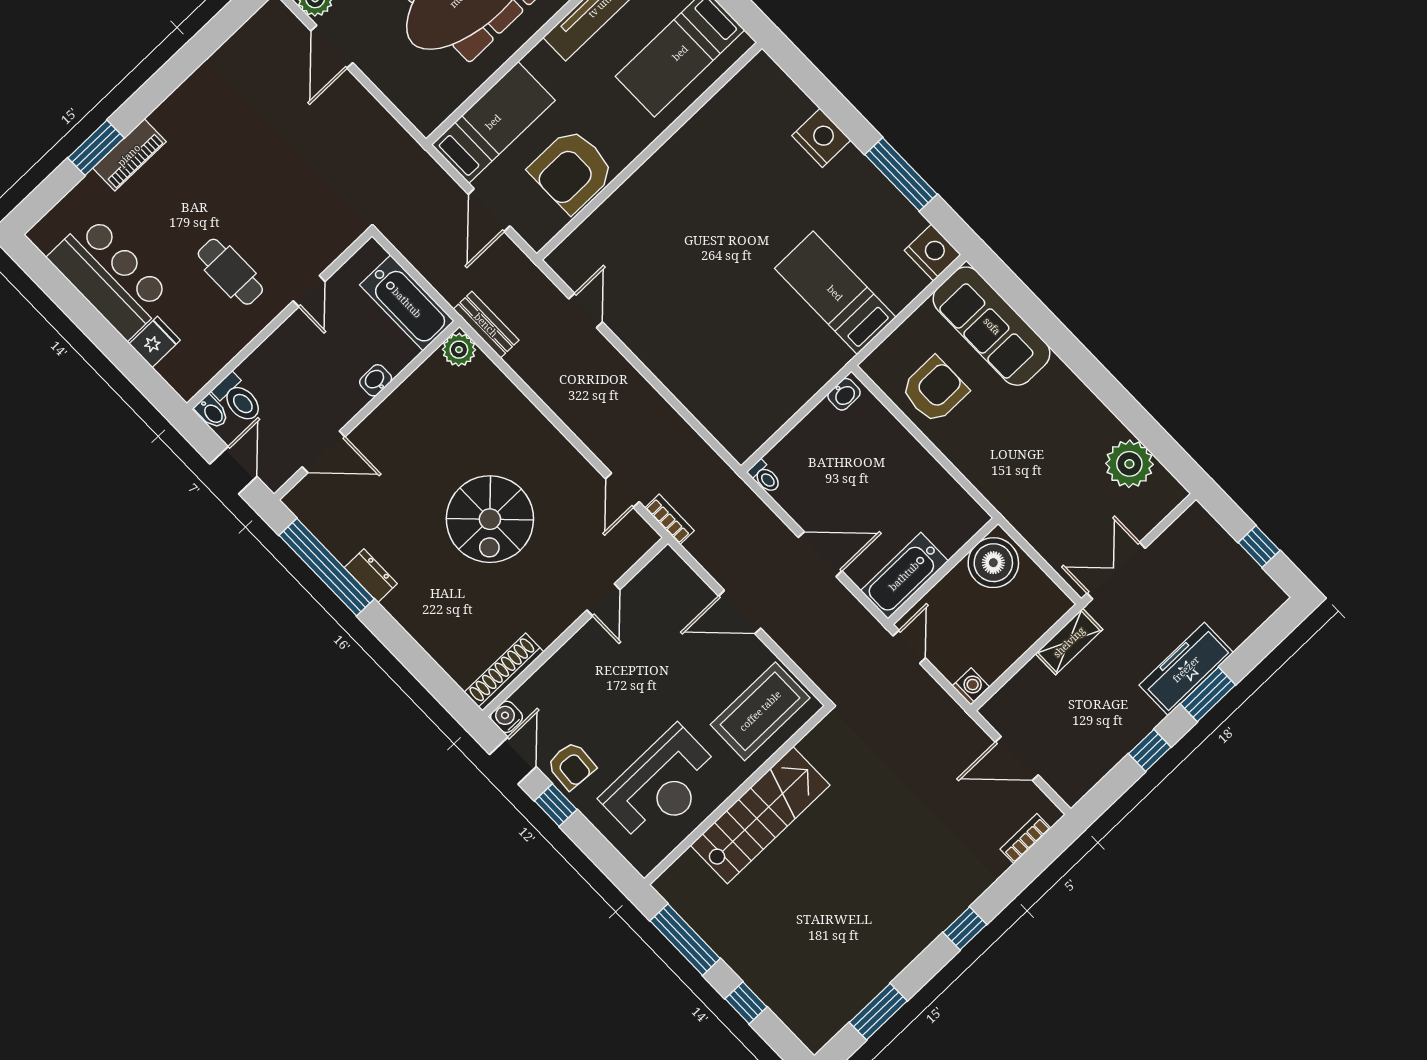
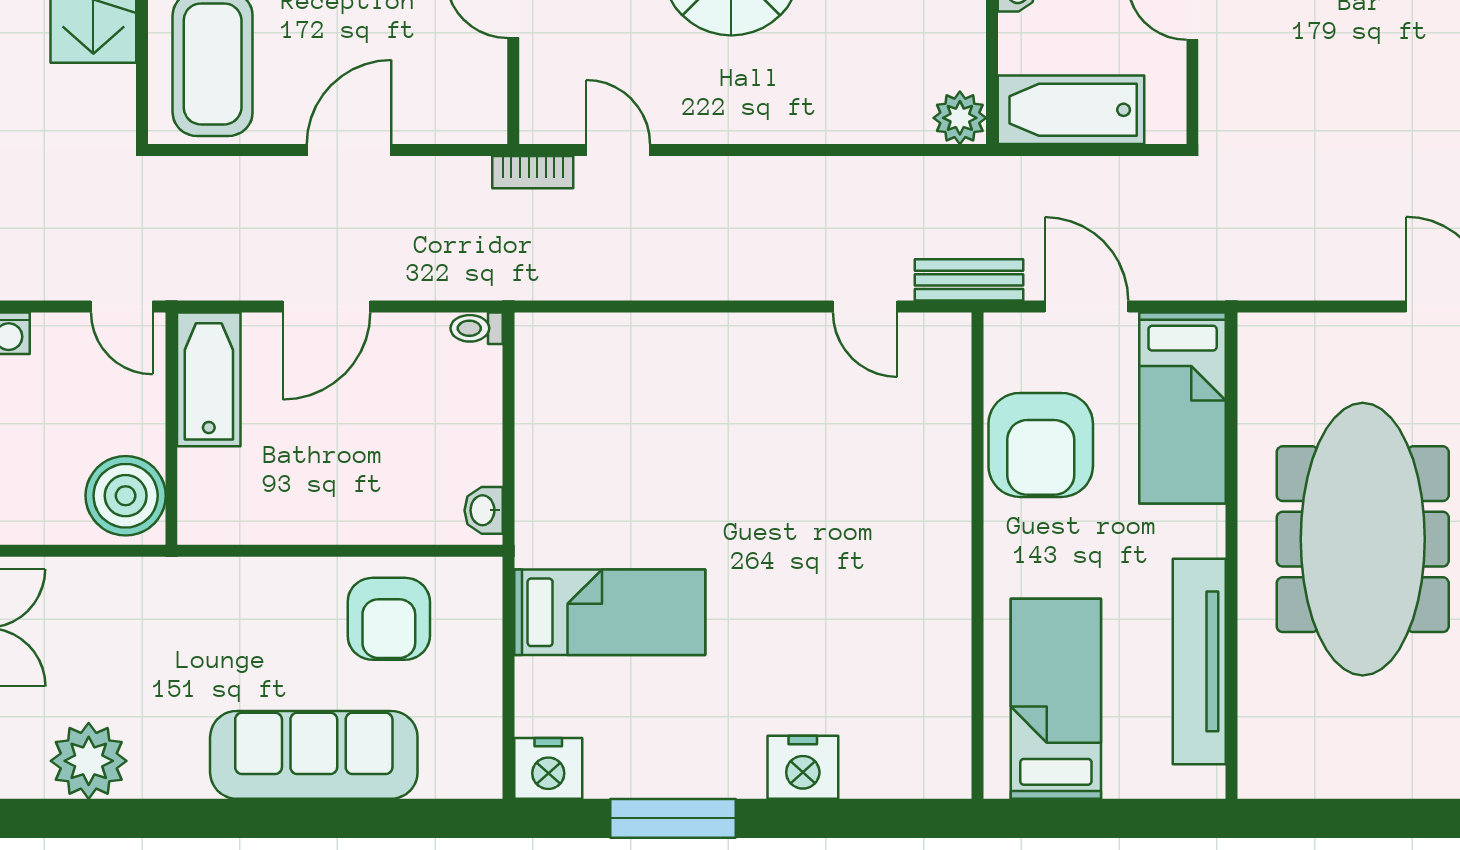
armchair: (572, 171) -> (1041, 445), turned 180
bench: (486, 325) -> (969, 280), moved
sofa: (992, 326) -> (314, 755), moved

